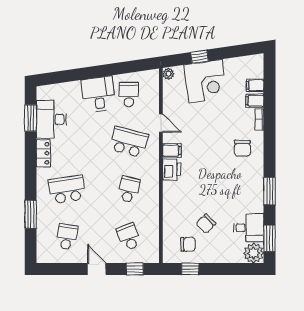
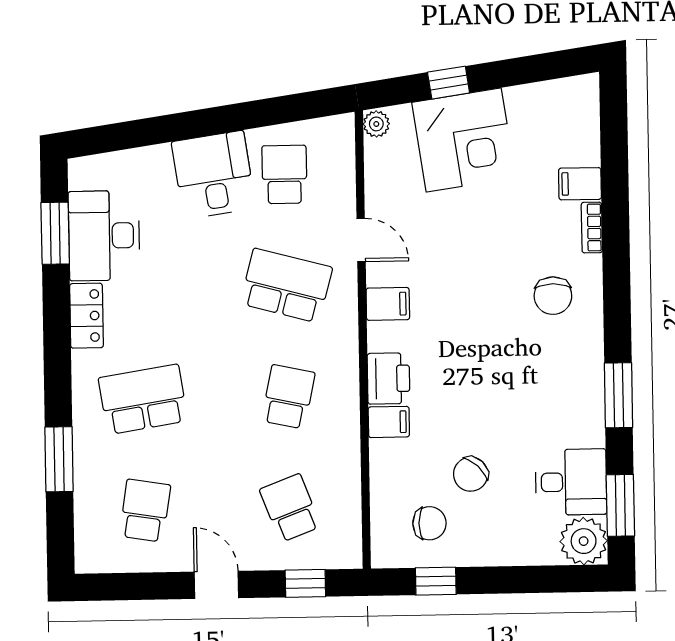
filing cabinet: (255, 85) -> (389, 422), moved, turned 180
printer: (172, 169) -> (389, 379), moved

